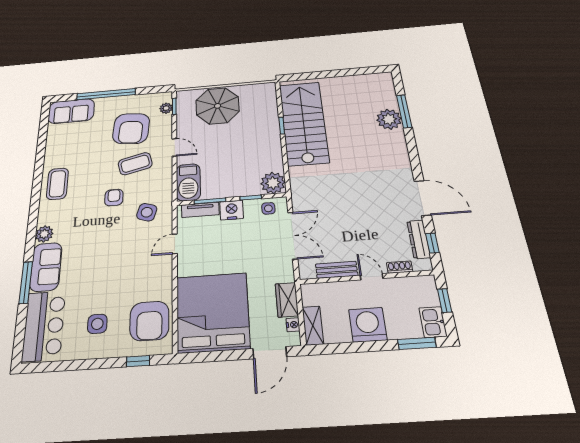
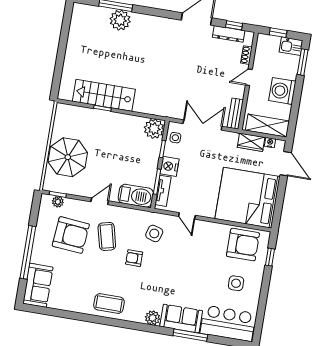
stairs: (304, 123) -> (104, 95), width x0.73, depth x0.66
bench: (337, 270) -> (235, 114), moved
shelving: (313, 325) -> (267, 126), width x1.50, depth x1.33

